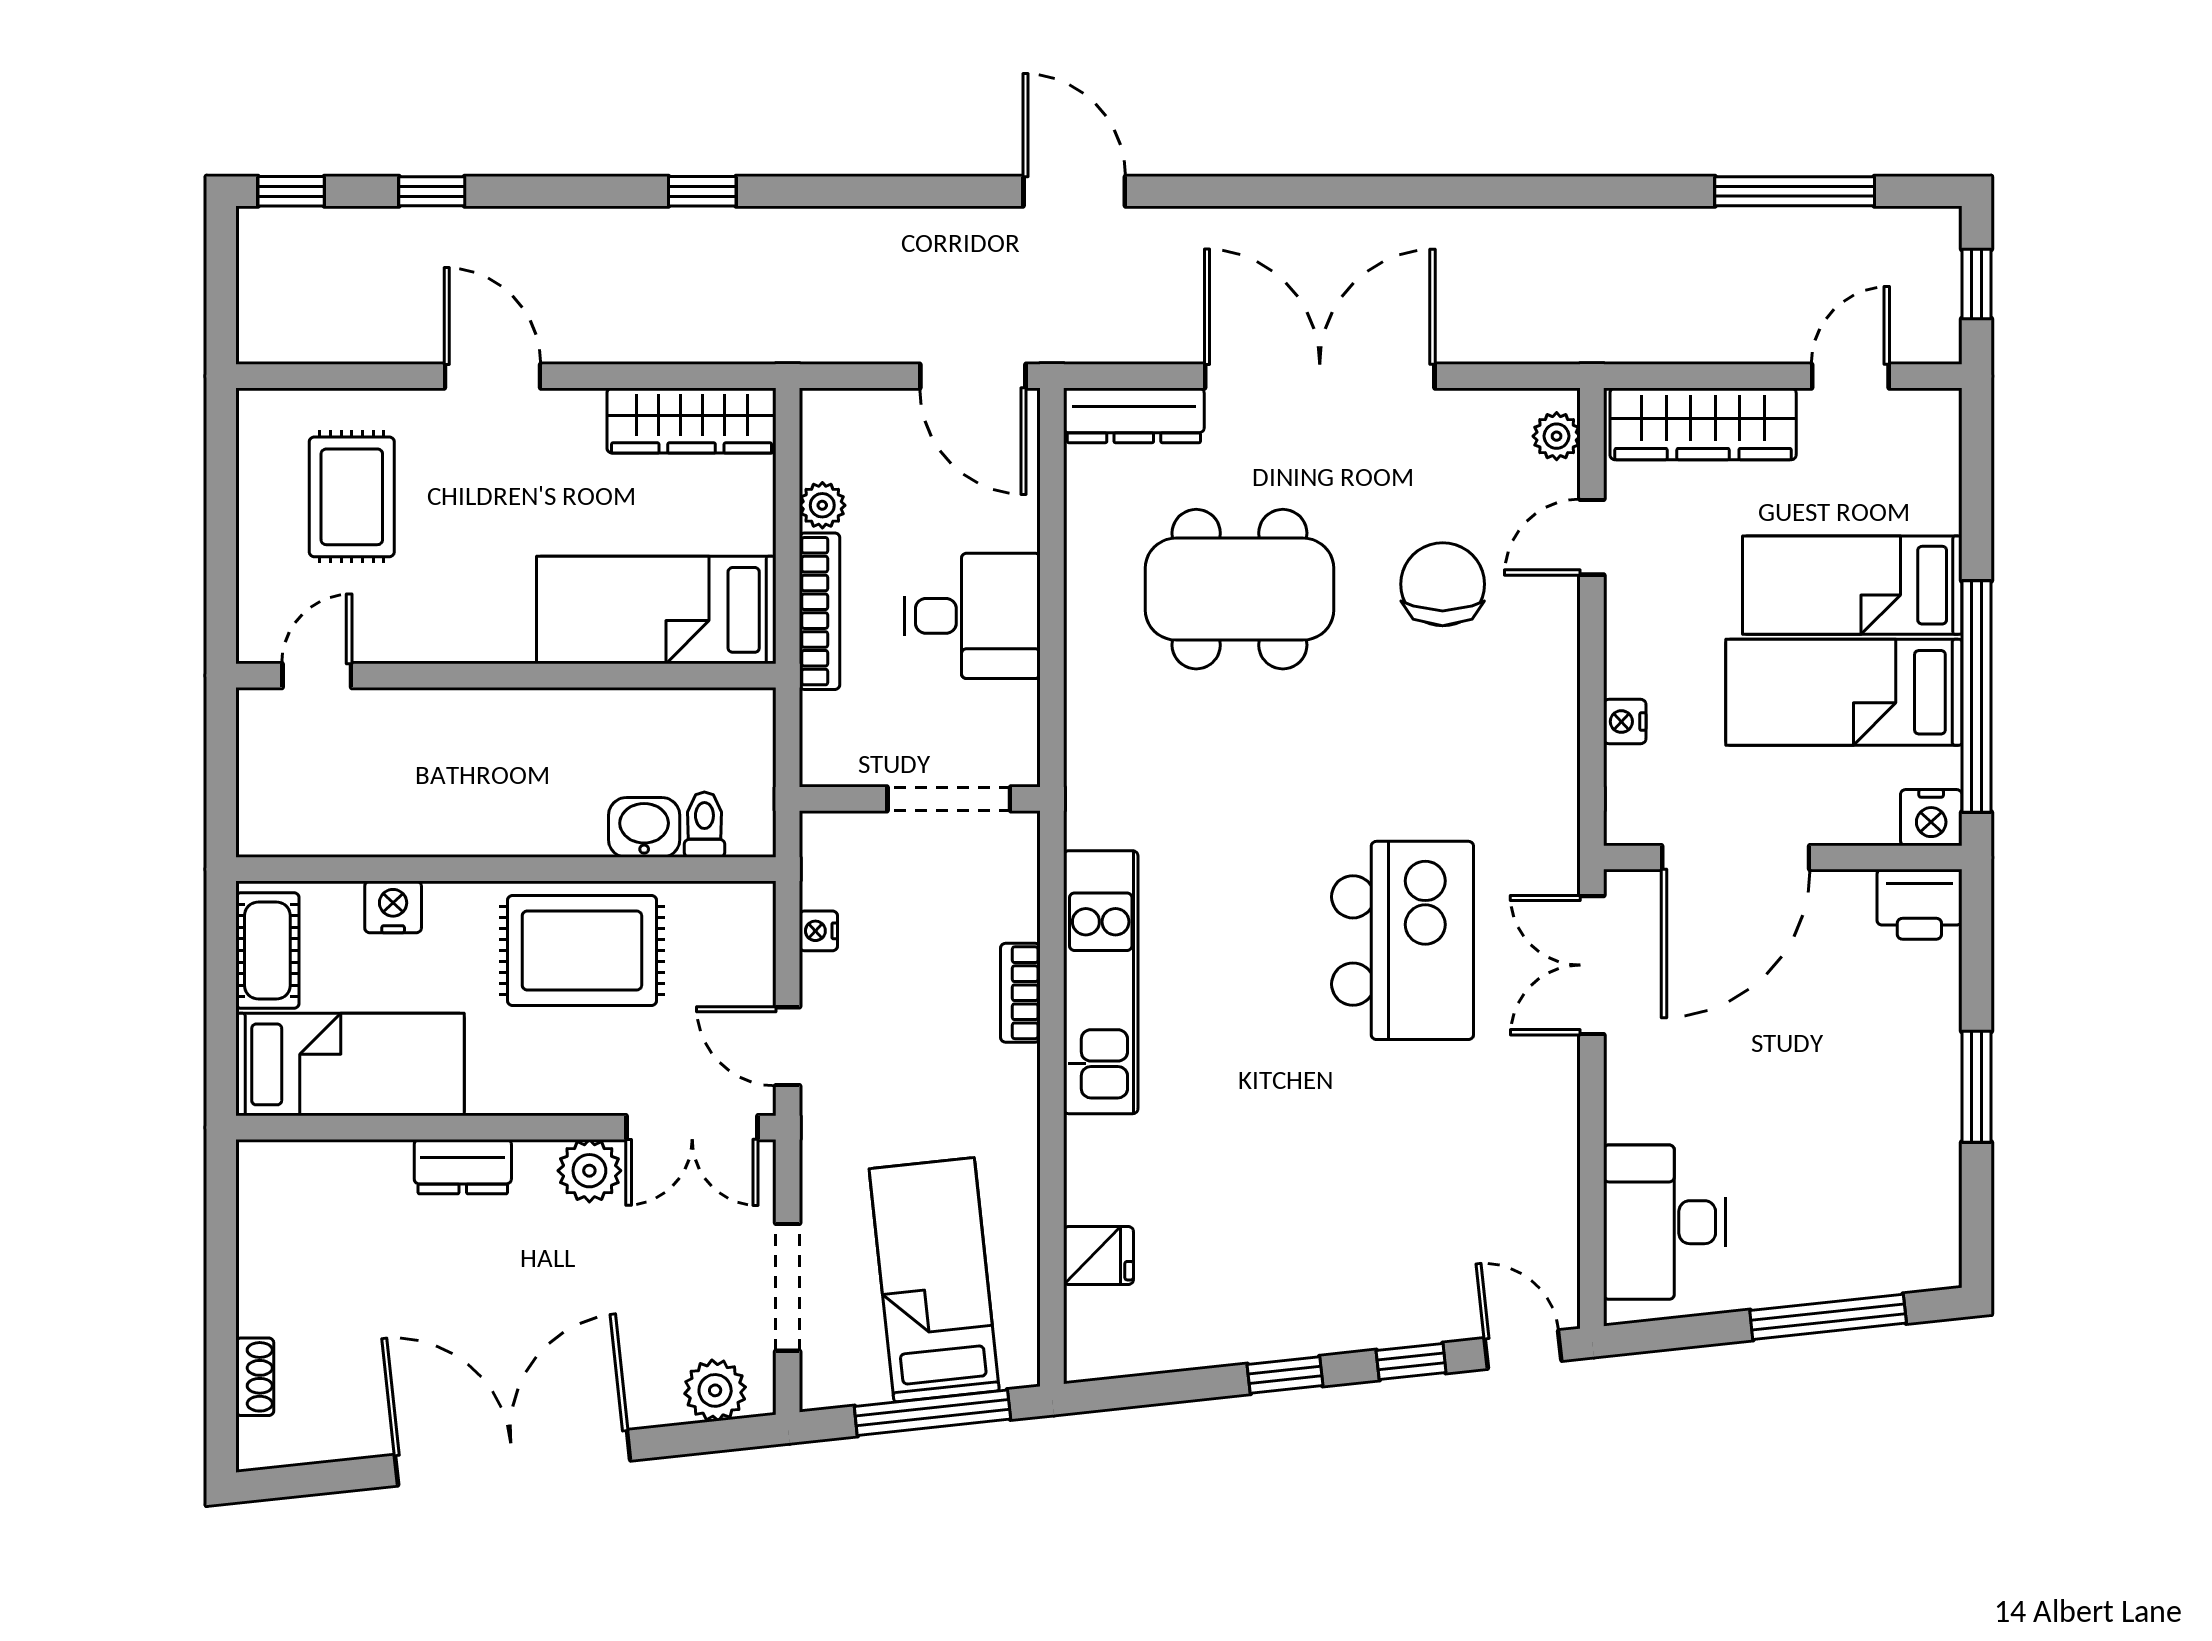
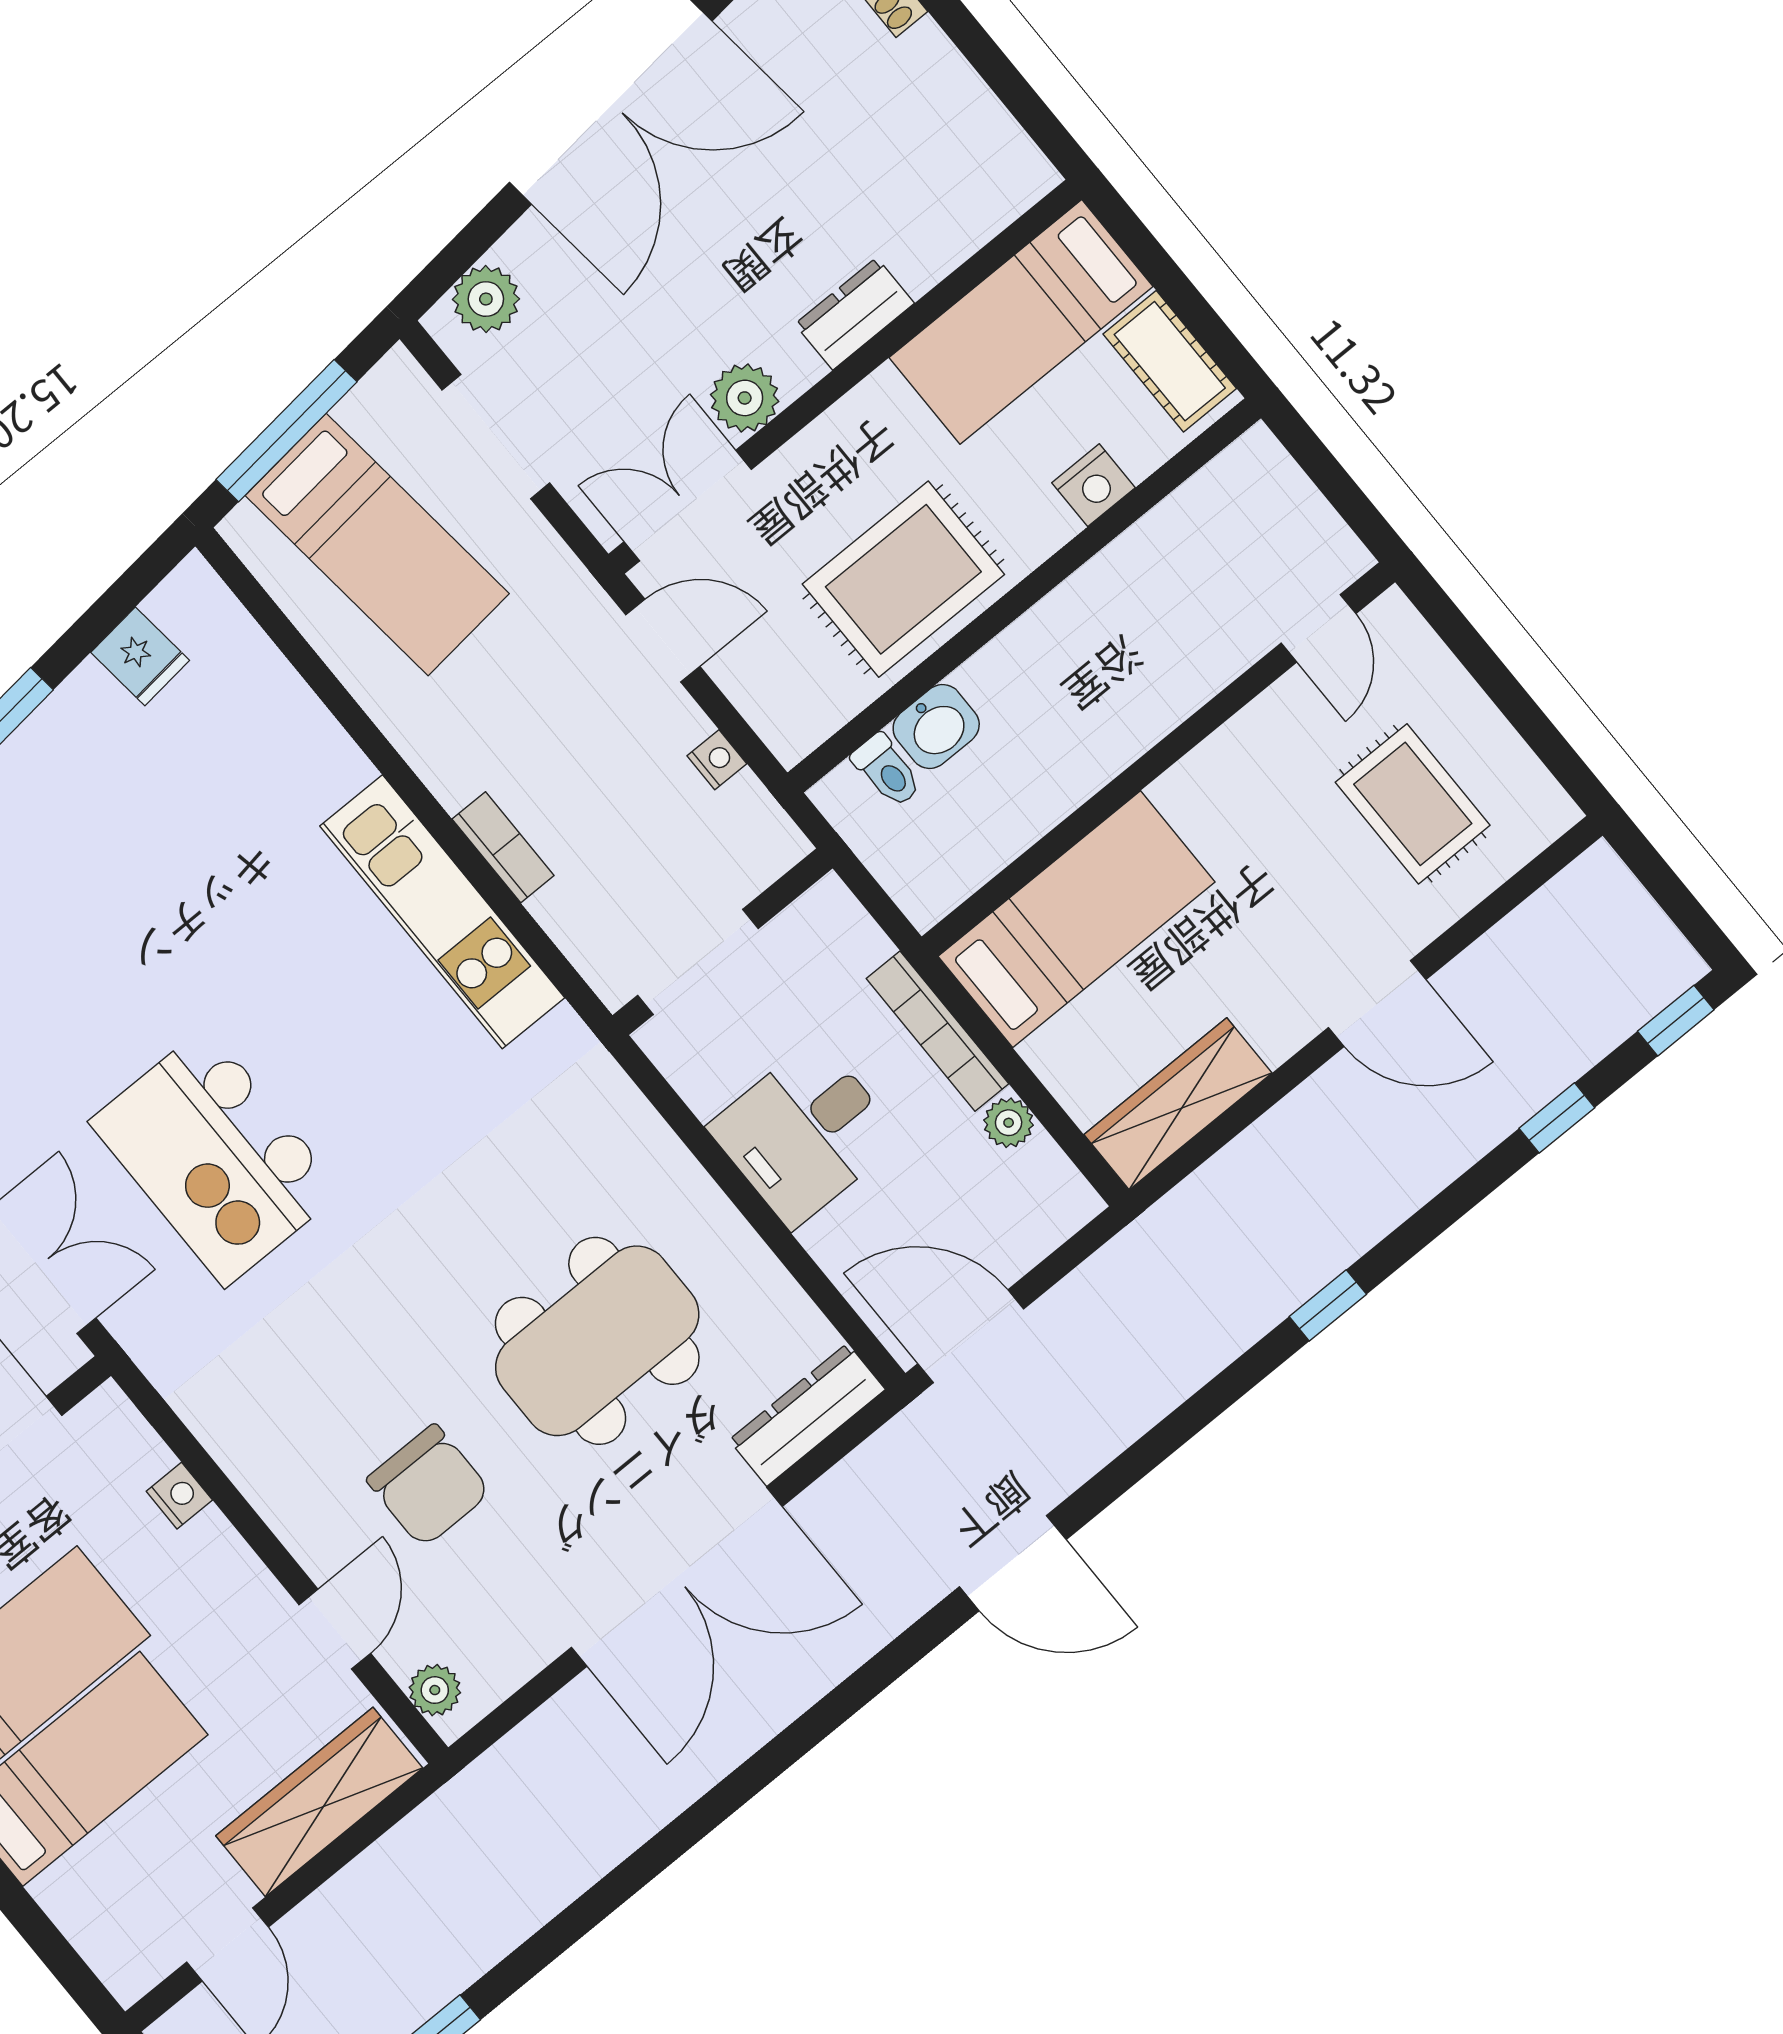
fridge: (1098, 1255) -> (140, 656), moved, turned -96

